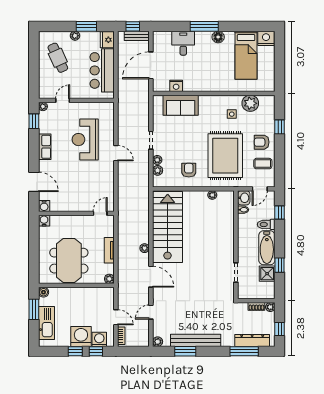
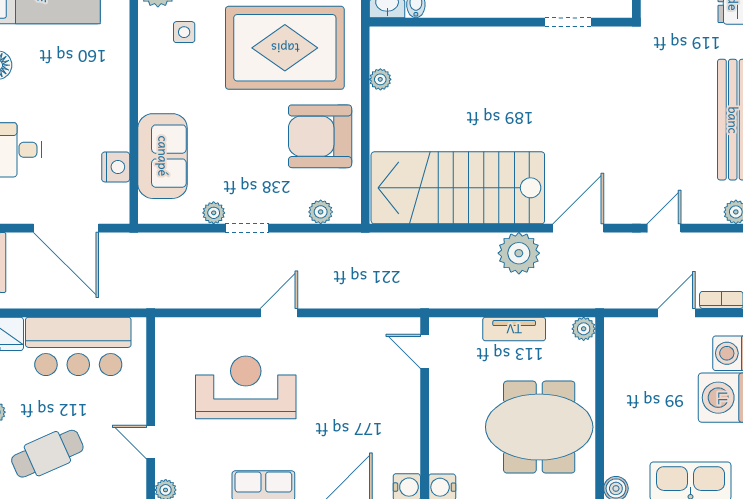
reception desk: (85, 140) -> (246, 387), turned 180
plant: (157, 160) -> (214, 213), moved
armchair: (189, 170) -> (320, 136), width x1.88, depth x1.88
plant: (145, 248) -> (519, 253), width x1.87, depth x1.87
door: (151, 312) -> (664, 228), swing flipped

